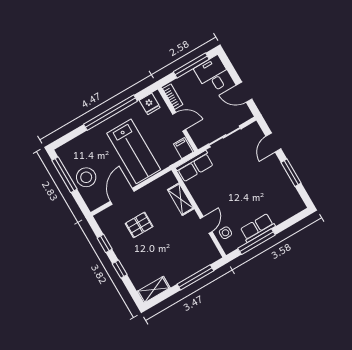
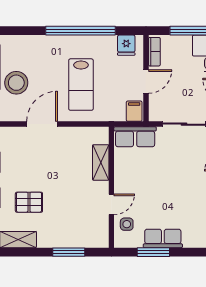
door: (179, 122) -> (146, 82), hinge flipped
lab bench: (134, 151) -> (81, 85), width x0.73, depth x0.72
pallet: (139, 225) -> (29, 202), moved
window: (256, 242) -> (153, 252), width x0.69
window: (195, 277) -> (69, 252), width x0.69

